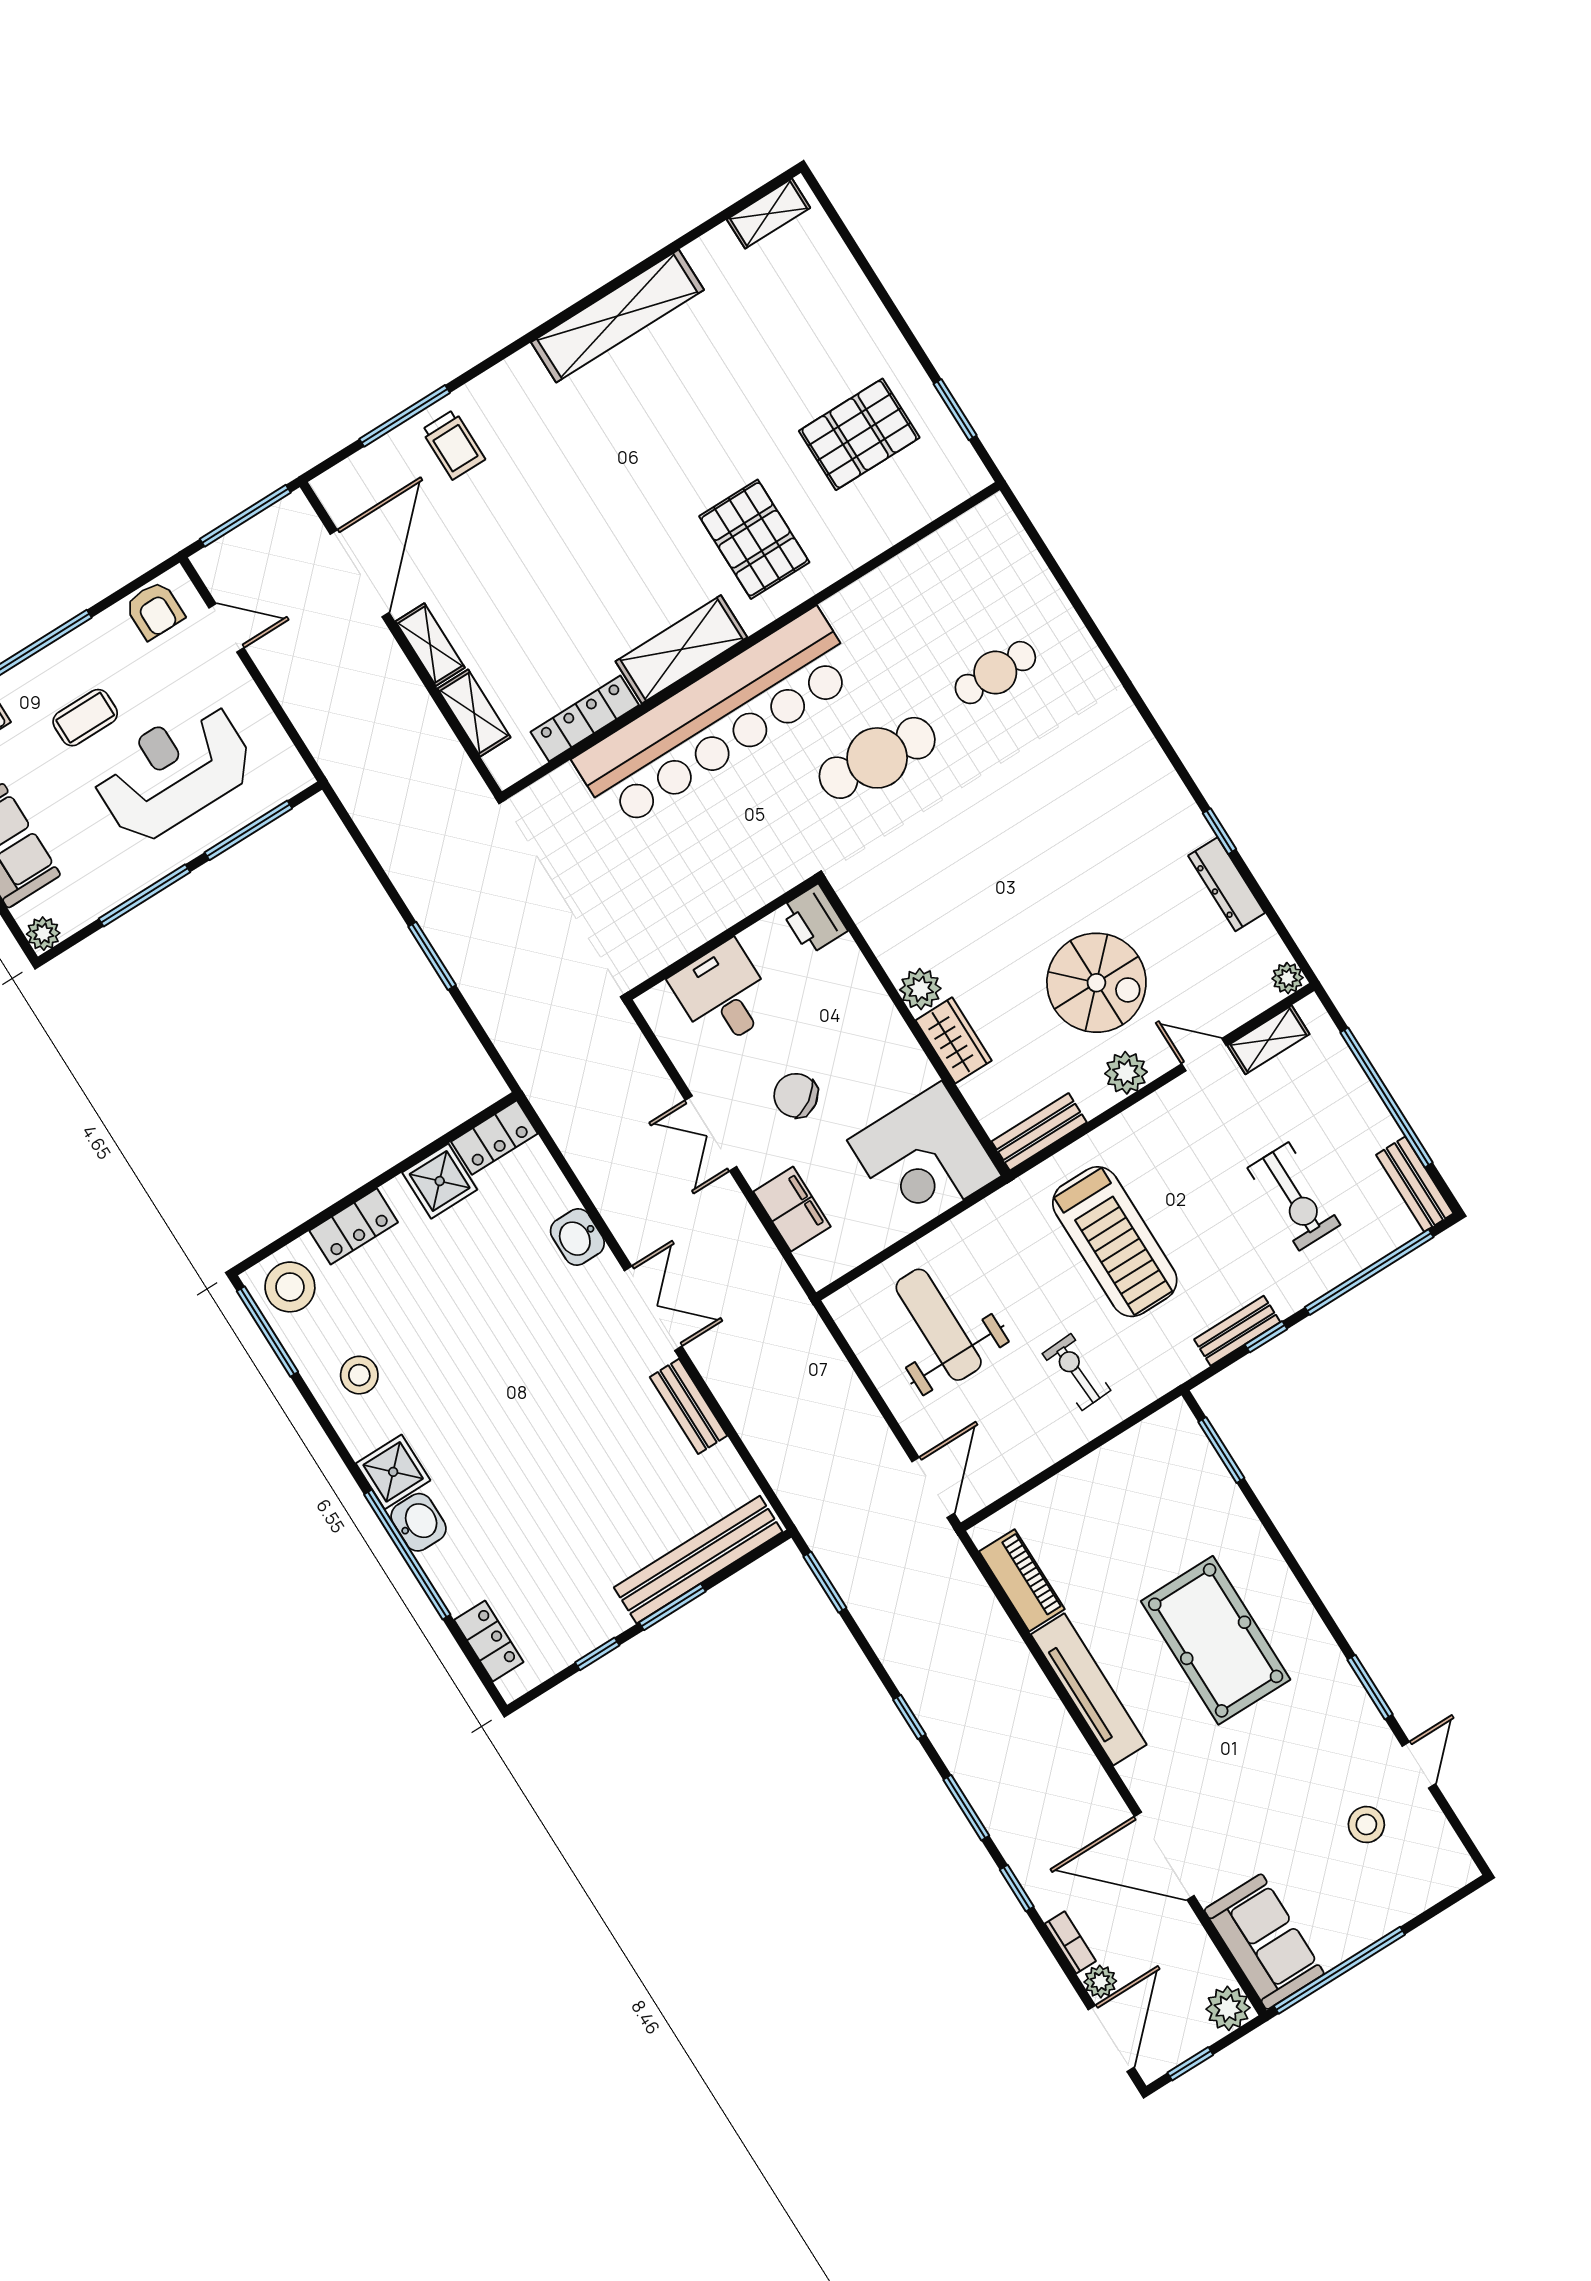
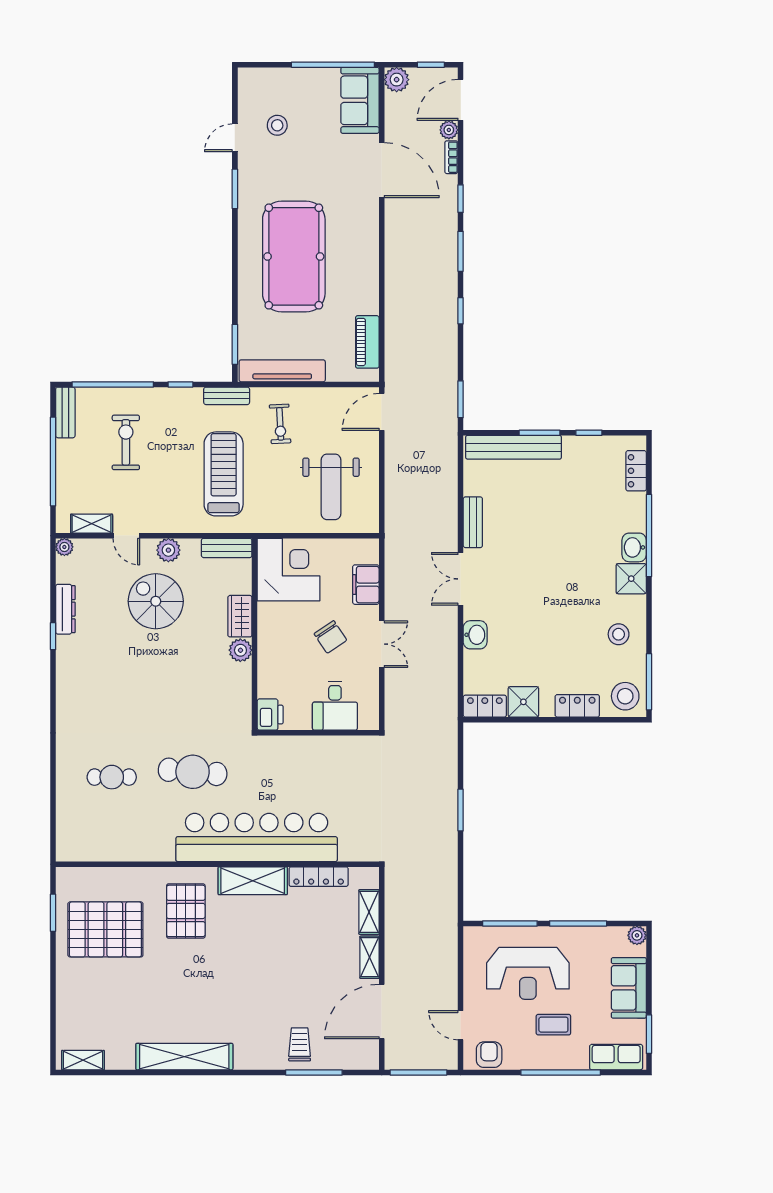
pallet: (859, 434) -> (105, 929), width x1.37, depth x1.41
bench: (1237, 1331) -> (227, 396), moved
pool table: (1216, 1640) -> (294, 256), width x1.36, depth x1.32
tv unit: (1089, 1689) -> (282, 371), moved, turned 90

